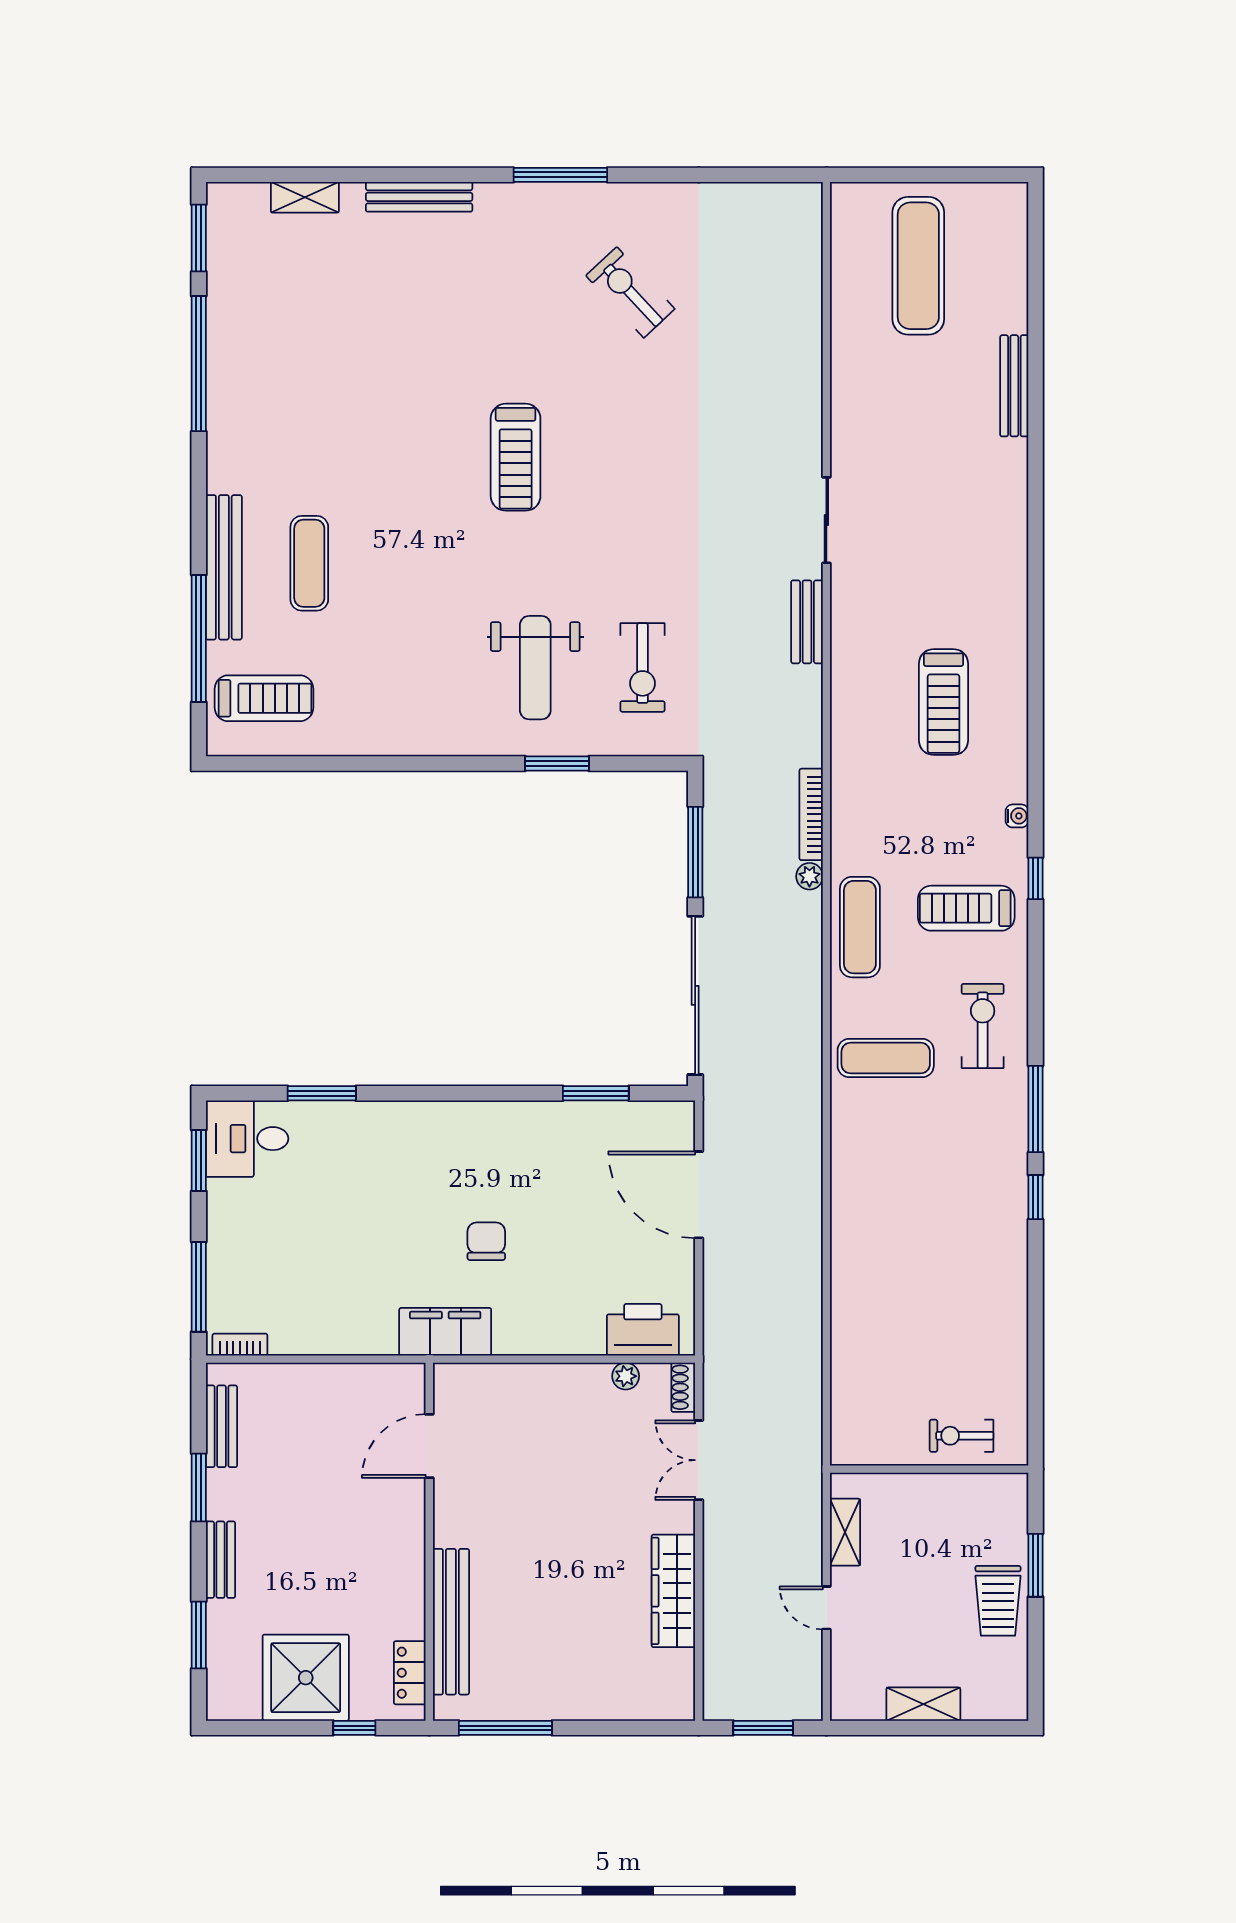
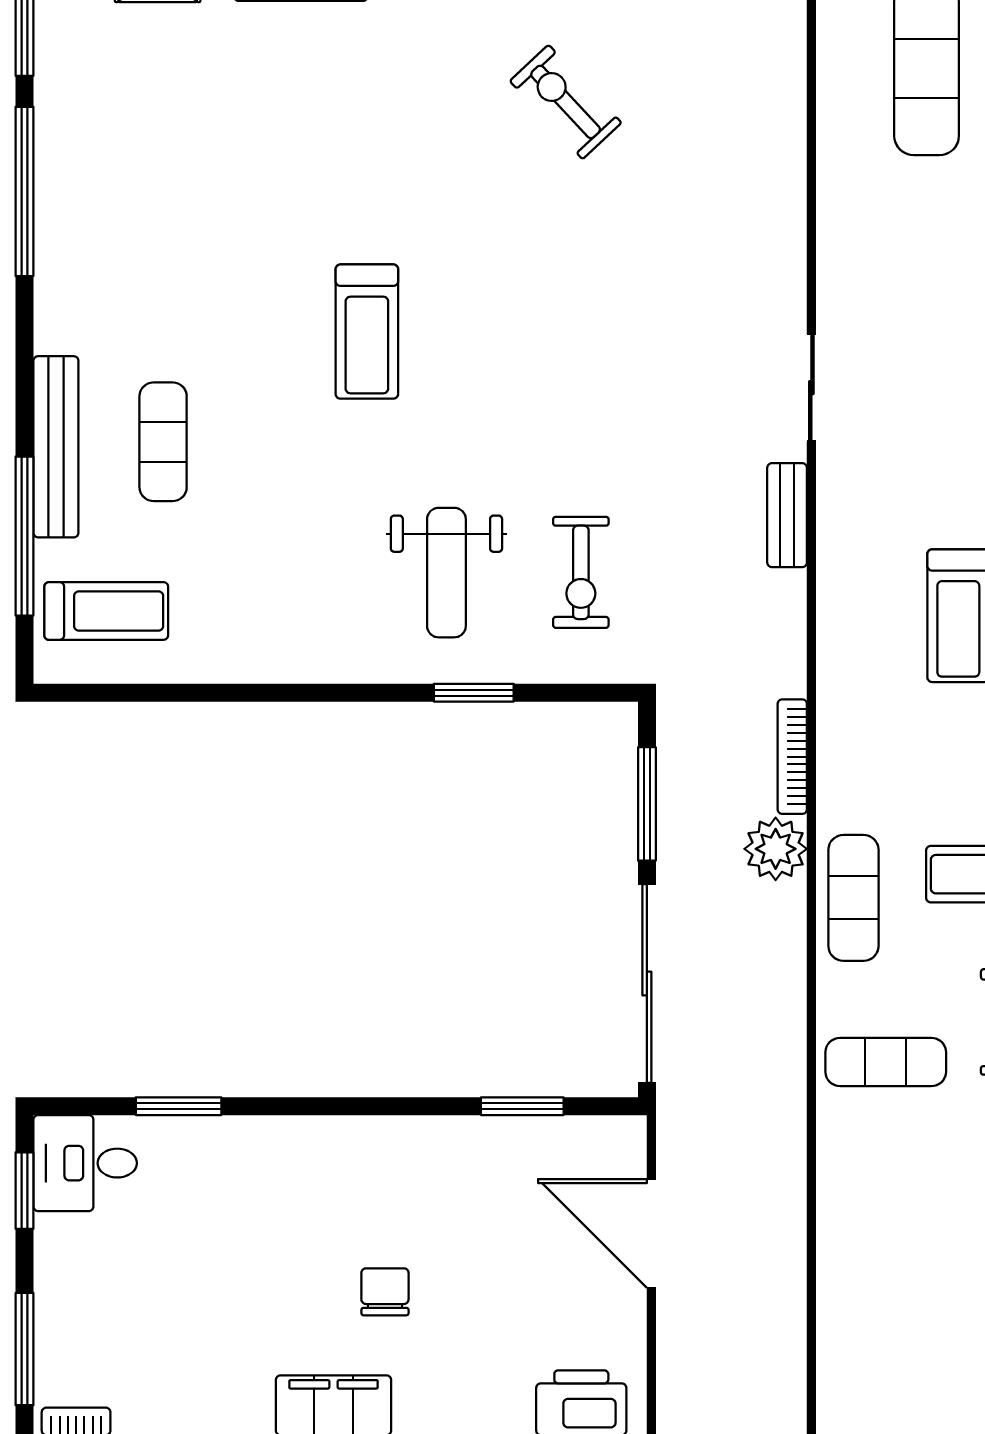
treadmill: (516, 457) -> (367, 332), moved
plant: (809, 876) -> (776, 849), width x1.87, depth x1.87

